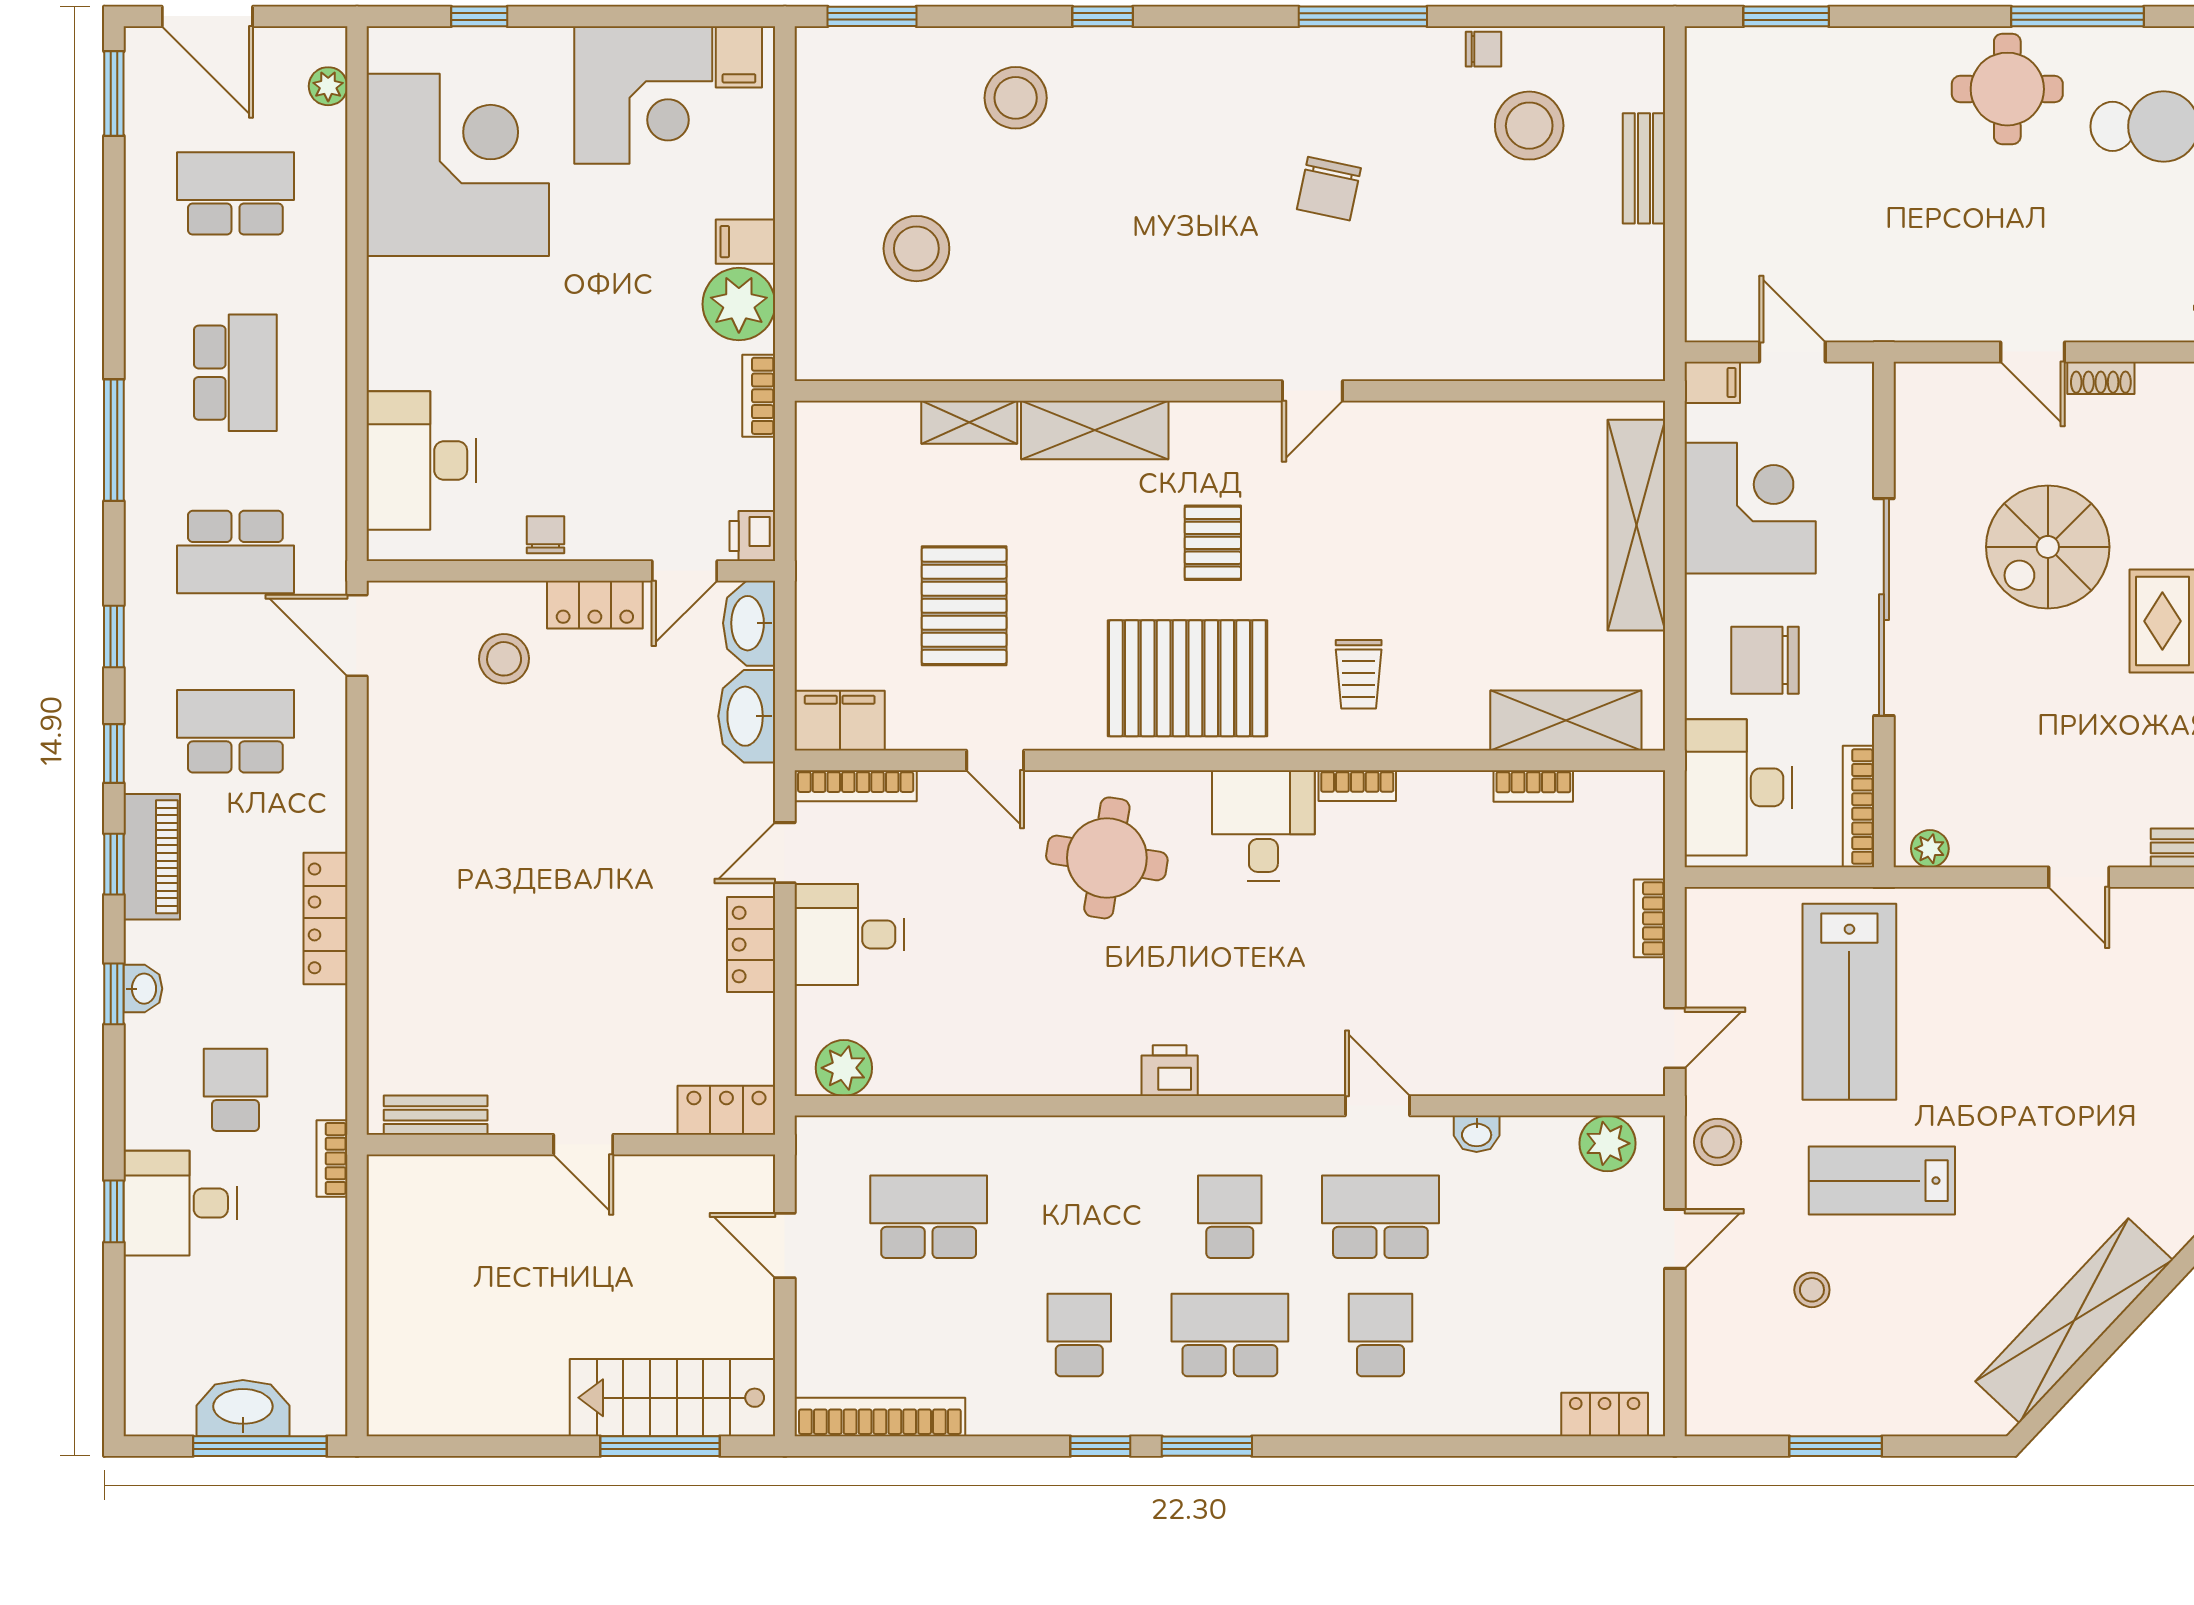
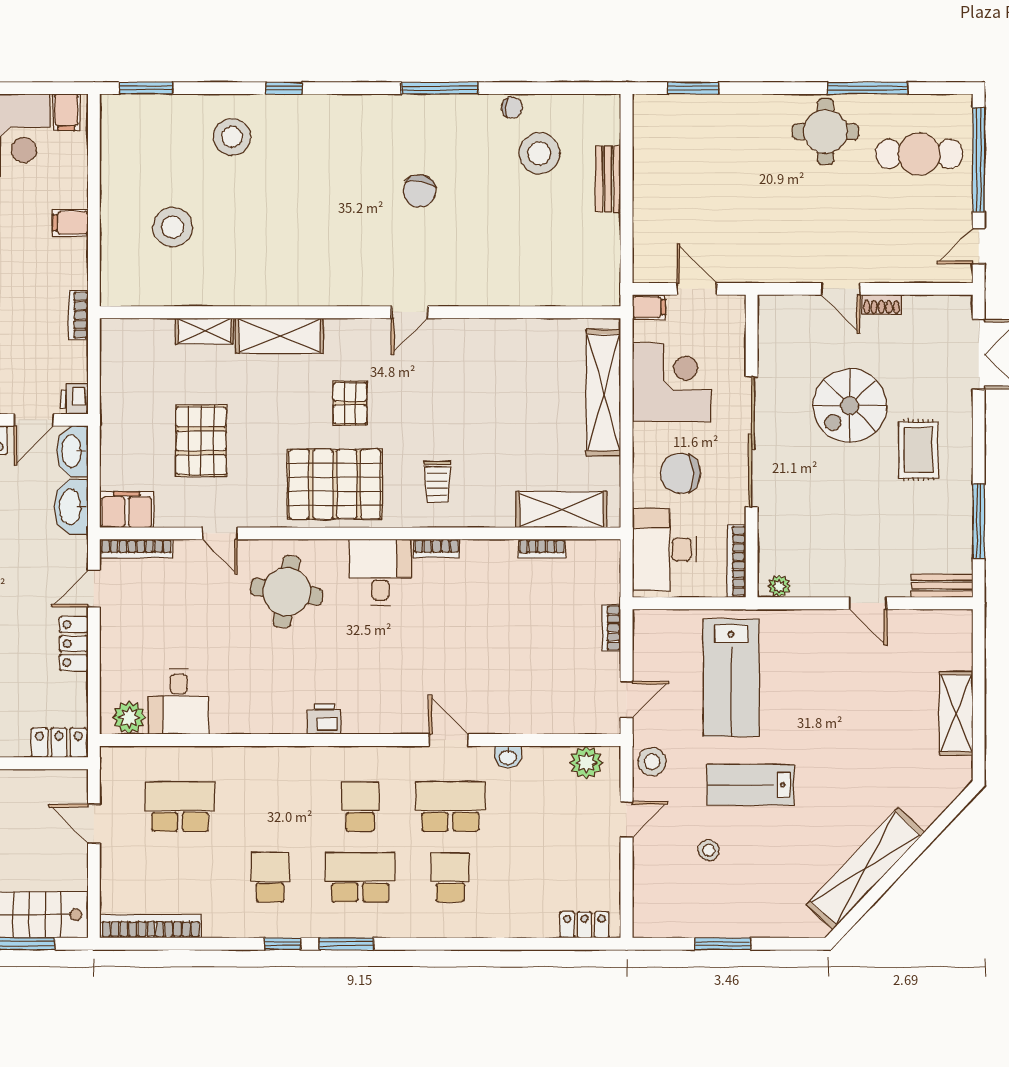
plant: (739, 304) -> (66, 260), removed
desk: (849, 934) -> (179, 702), moved, turned -90

